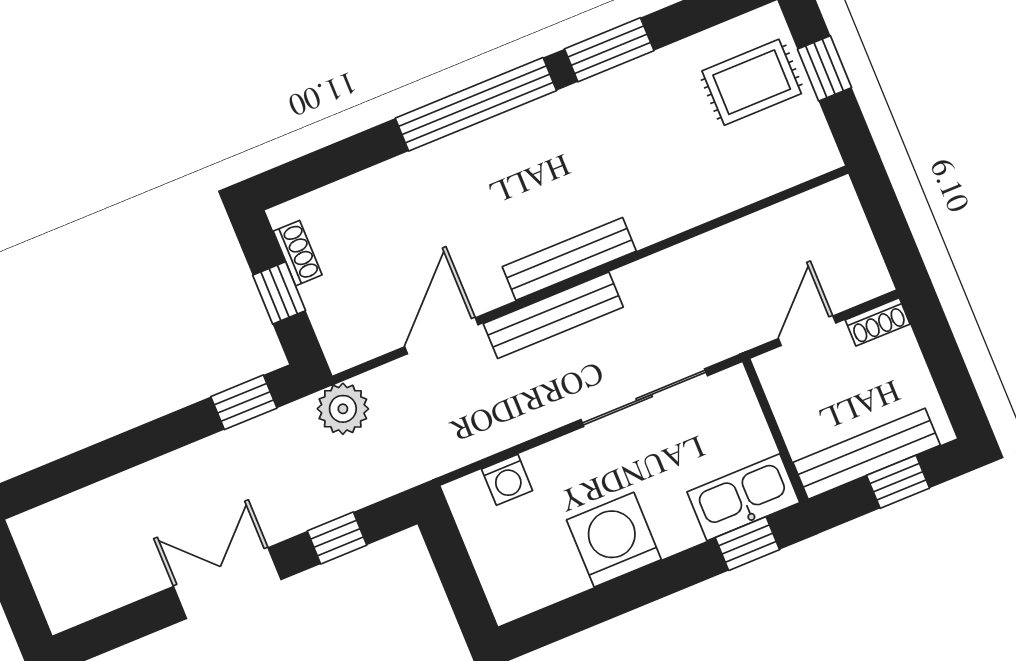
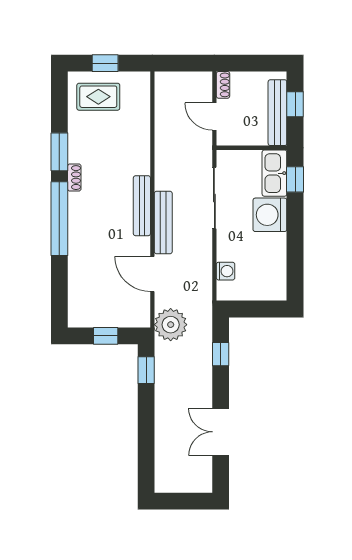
rug: (752, 82) -> (98, 97), turned 90
shoe rack: (298, 253) -> (74, 178), moved, turned 90
plant: (343, 409) -> (171, 325), width x1.36, depth x1.36
washing machine: (614, 540) -> (270, 215), moved
double door: (227, 583) -> (221, 432), moved

